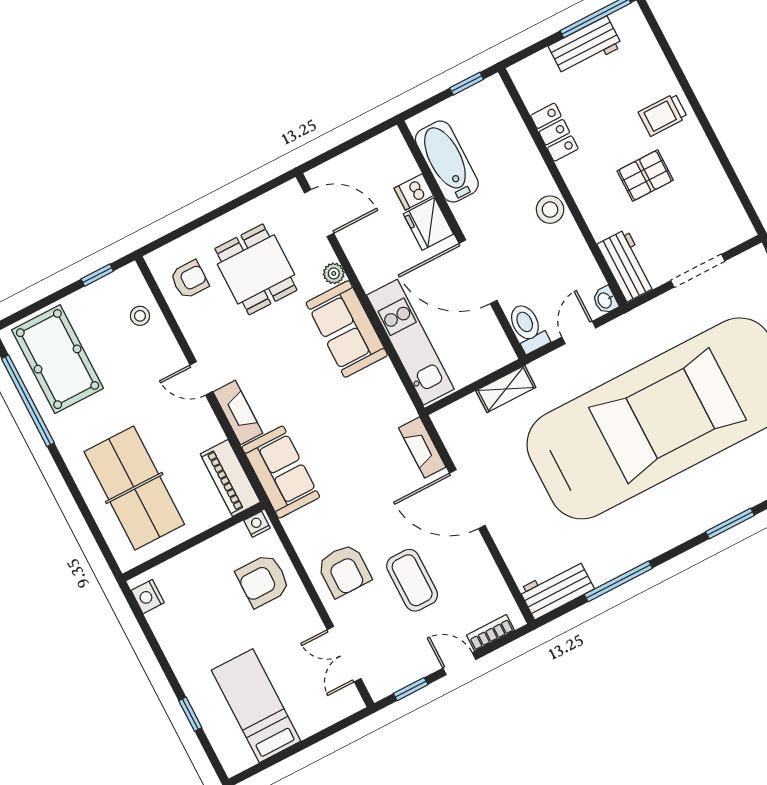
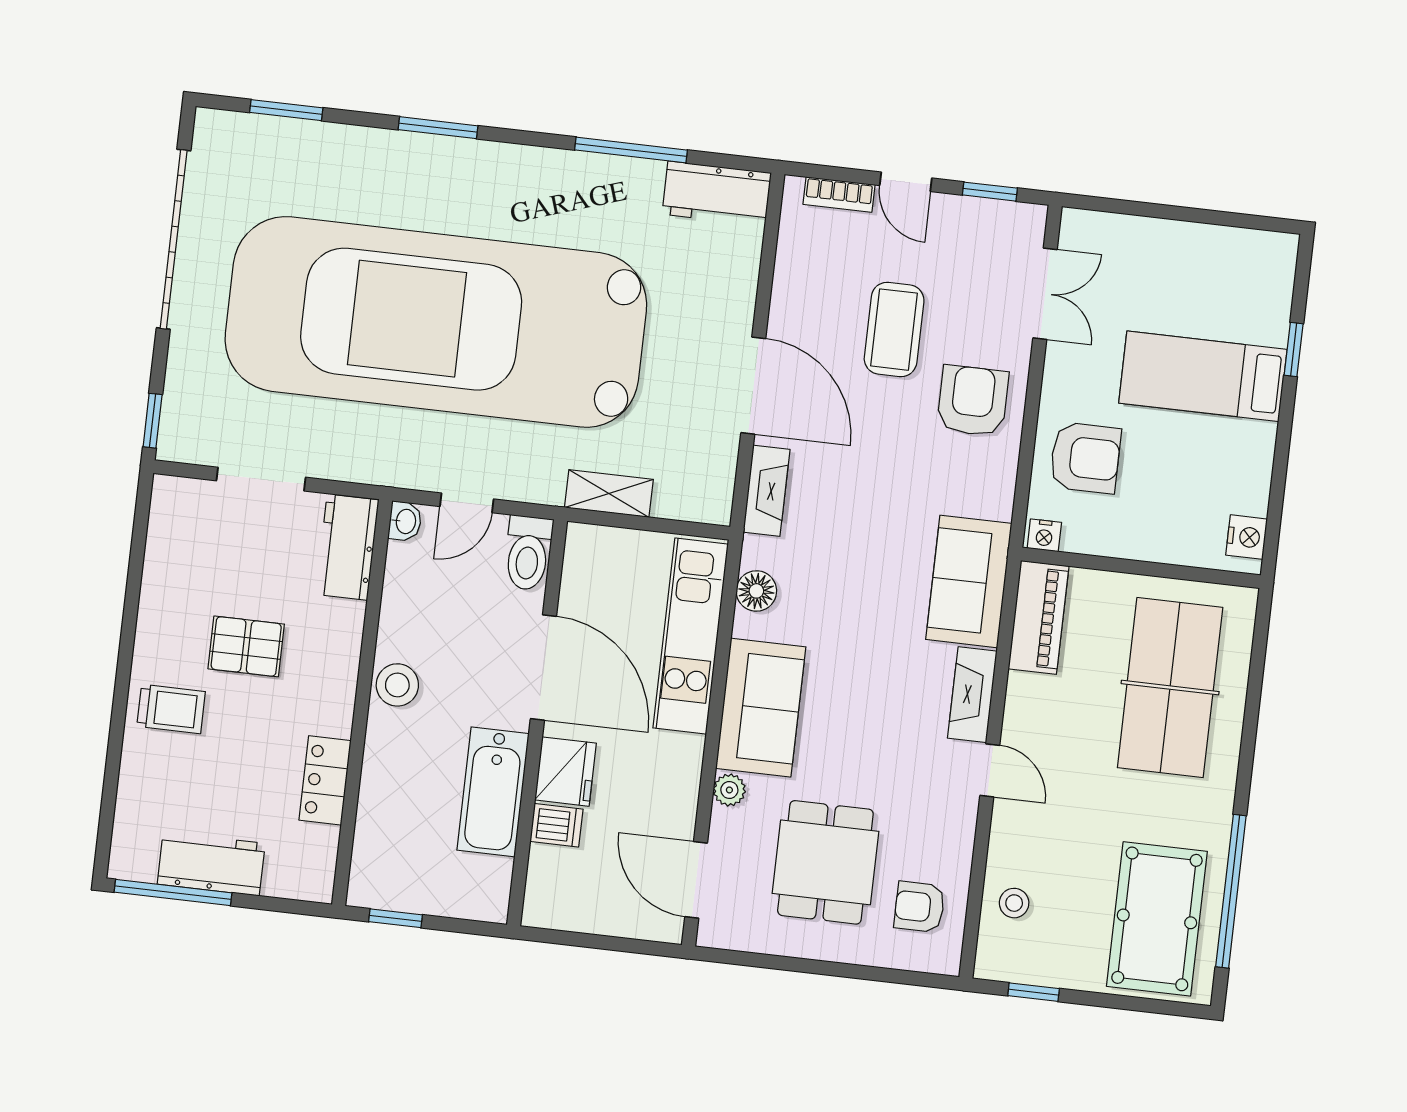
bathtub: (447, 162) -> (493, 792), moved
floor lamp: (391, 390) -> (756, 591), added
bed: (256, 706) -> (1203, 376), moved, turned 90

